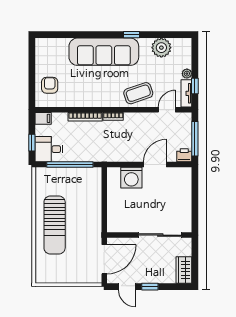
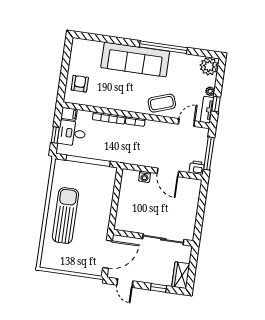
window: (131, 35) -> (163, 47), width x3.17
plant: (161, 48) -> (209, 66), moved
desk: (49, 149) -> (72, 133), moved
door: (155, 165) -> (168, 172), swing flipped
washing machine: (131, 178) -> (145, 177), width x0.53, depth x0.53
sun lounger: (55, 225) -> (65, 215), turned 180
window: (150, 287) -> (158, 288), moved

